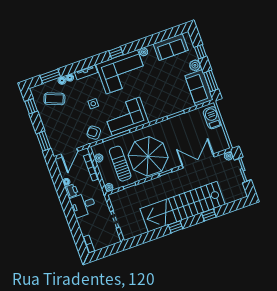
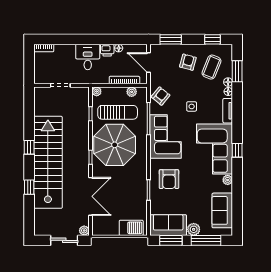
window: (200, 52) -> (206, 240), width x2.17
armchair: (160, 101) -> (169, 179), added
armchair: (57, 120) -> (188, 62), added

